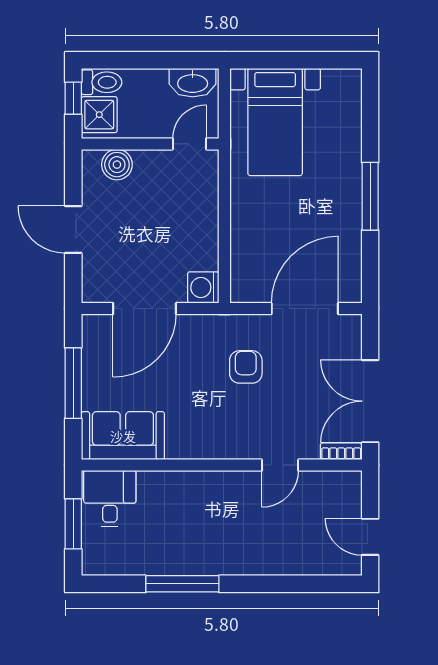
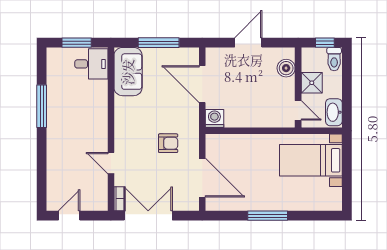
shower: (99, 115) -> (312, 83), moved

